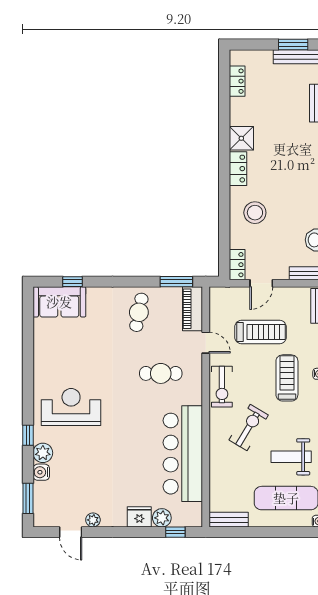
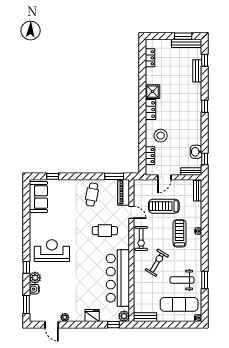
locker: (237, 265) -> (150, 156), moved
sofa: (59, 302) -> (38, 197), moved, turned -90
treadmill: (261, 332) -> (164, 206), turned 180
plant: (162, 518) -> (124, 316), moved

